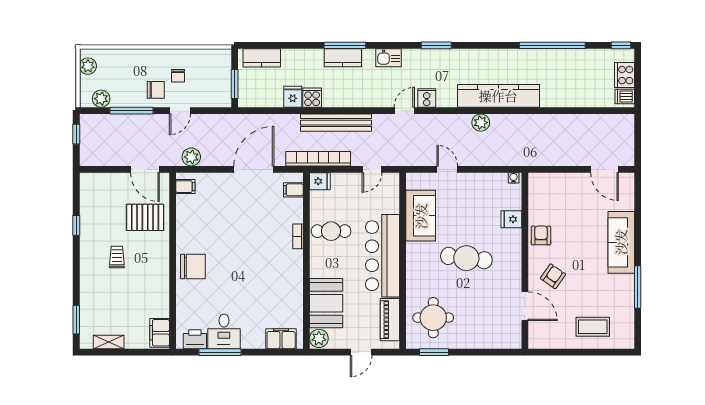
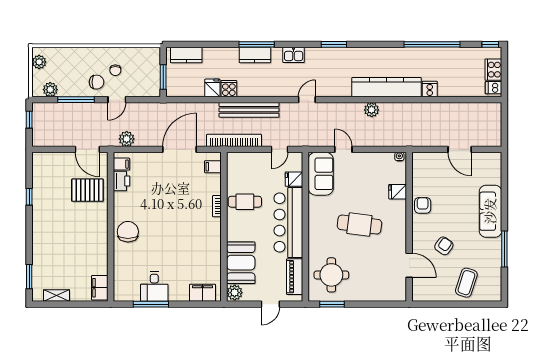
cooker: (427, 98) -> (430, 89), moved
door: (604, 169) -> (460, 149), moved
fridge: (320, 181) -> (294, 179), moved, turned 180
sofa: (421, 216) -> (321, 174), moved
trolley: (117, 257) -> (64, 224), removed
chair: (193, 267) -> (128, 232), turned -90
armchair: (553, 276) -> (444, 246), moved
coffee table: (593, 327) -> (466, 283), turned -72
printer: (195, 339) -> (122, 181), moved, turned 90

